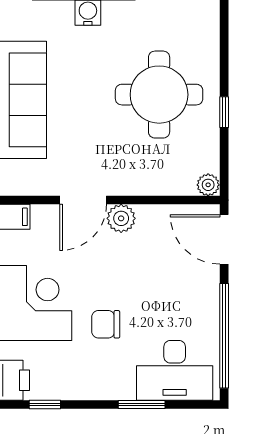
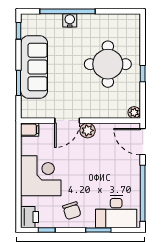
chair: (106, 324) -> (72, 211), moved, turned -108

